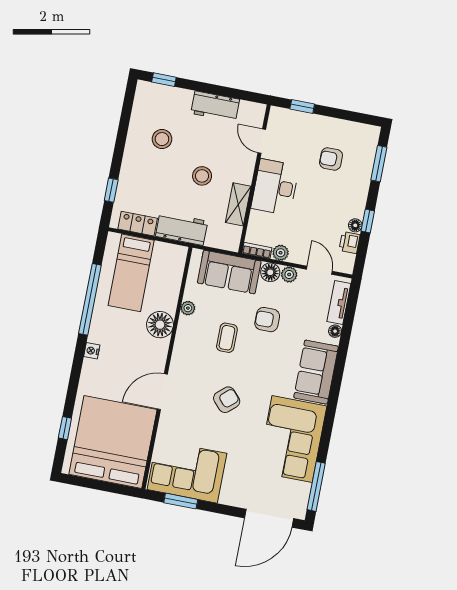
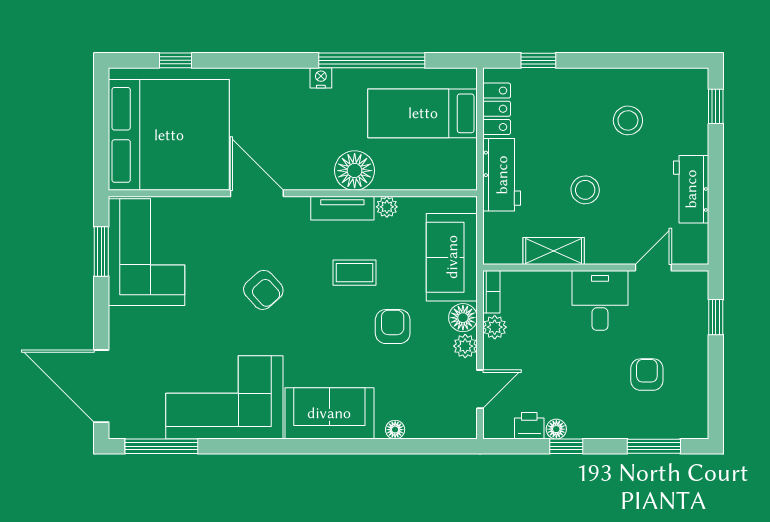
desk: (275, 187) -> (600, 300), width x0.73
tv unit: (339, 302) -> (342, 208), moved, turned 180
nightstand: (92, 351) -> (321, 78), moved

